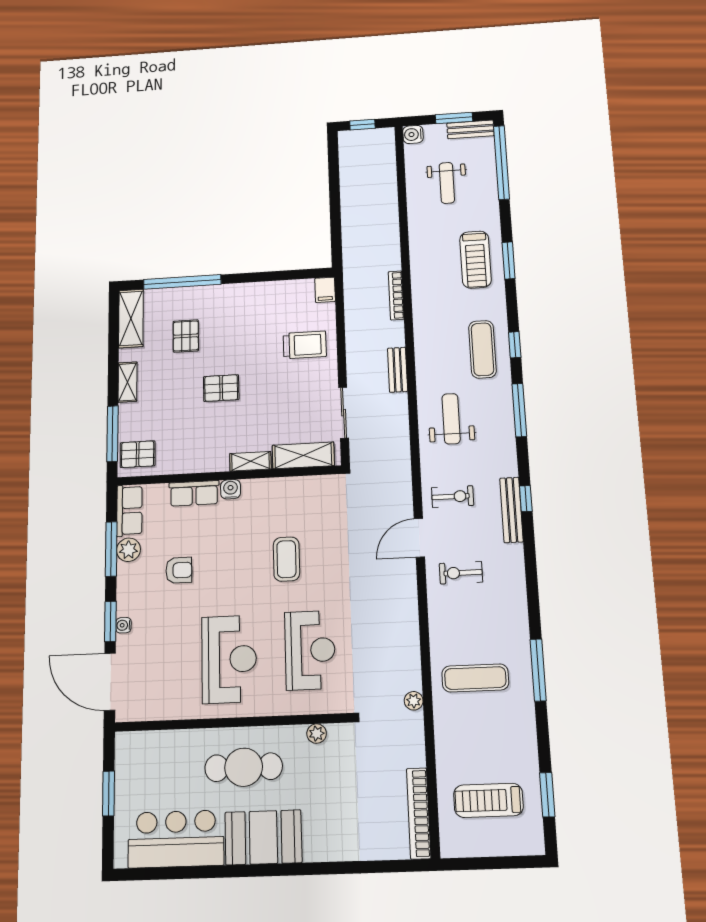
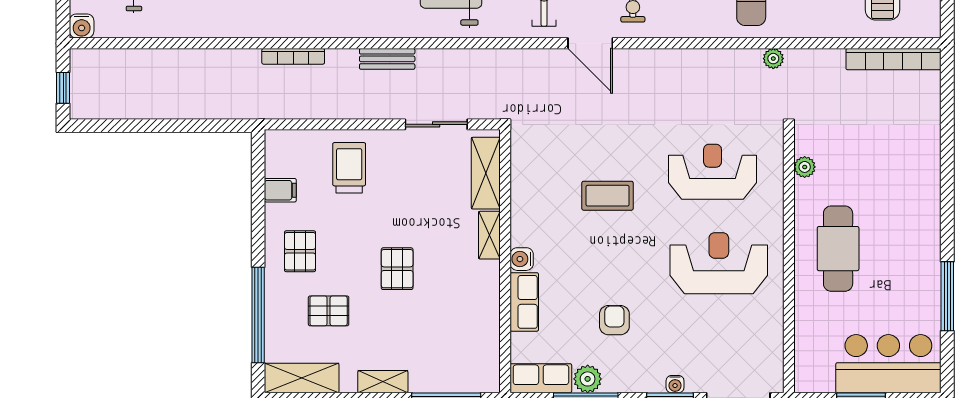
filing cabinet: (325, 290) -> (280, 190), moved
pallet: (138, 454) -> (300, 251), moved
booth: (263, 837) -> (913, 228), removed
bar counter: (176, 839) -> (888, 364), moved, turned 90
window: (201, 872) -> (947, 296), added

